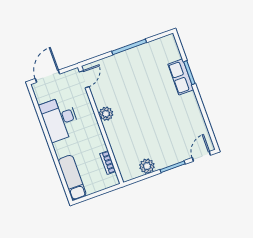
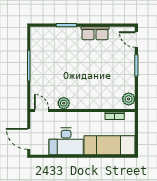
row of seats: (181, 77) -> (95, 33), moved
plant: (106, 114) -> (64, 103), moved
plant: (147, 166) -> (129, 99), moved
exam couch: (72, 178) -> (109, 145), width x1.36, depth x1.45

